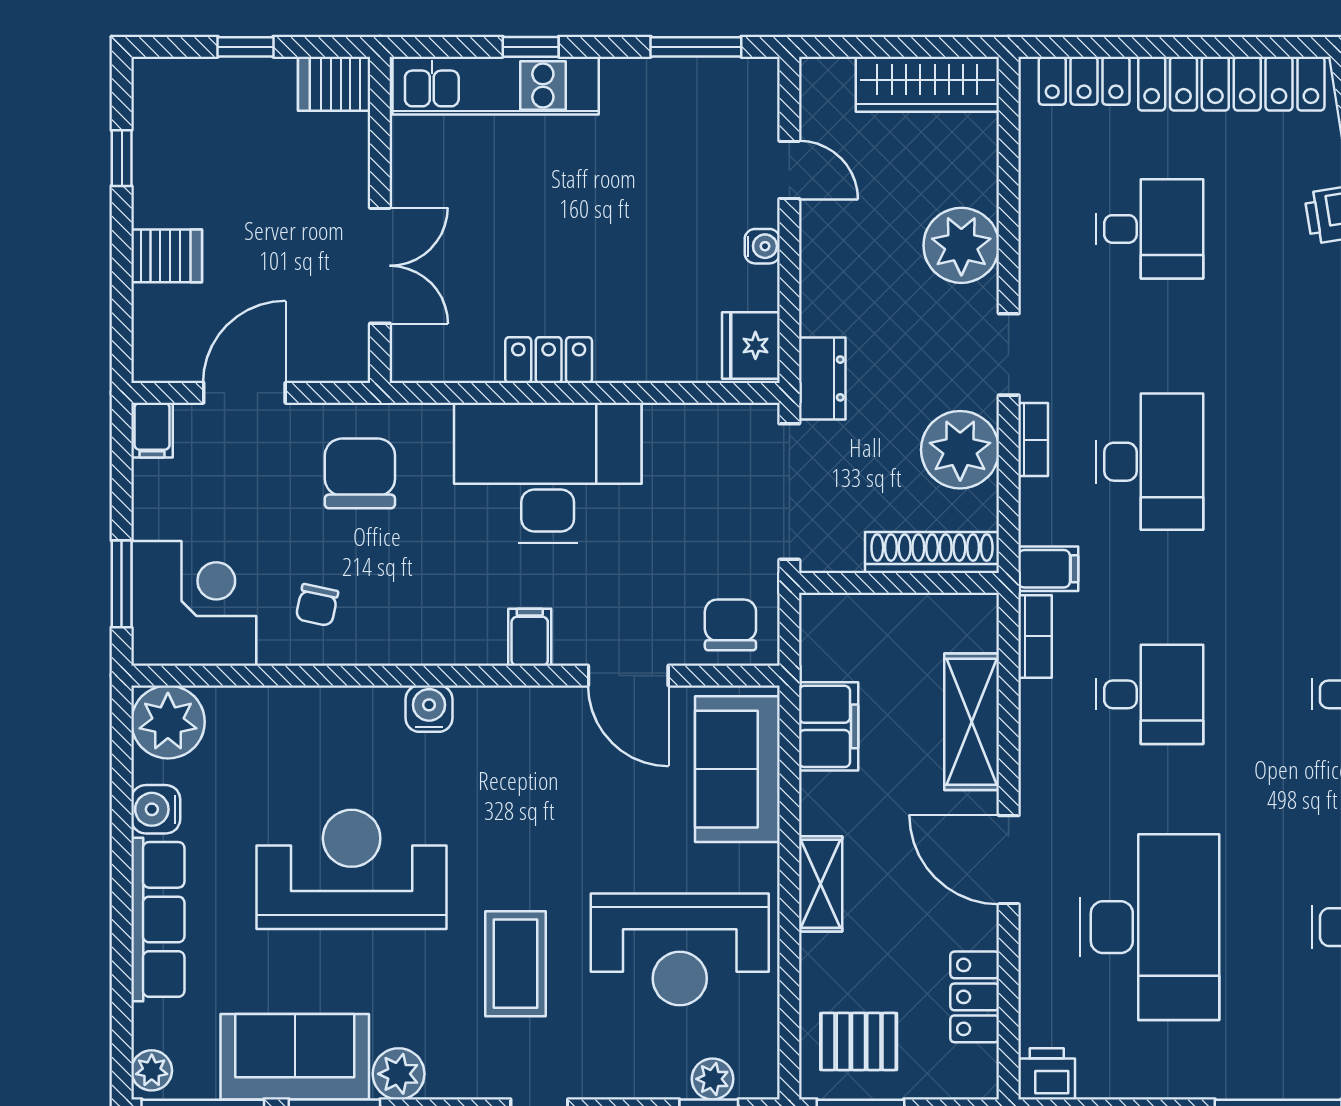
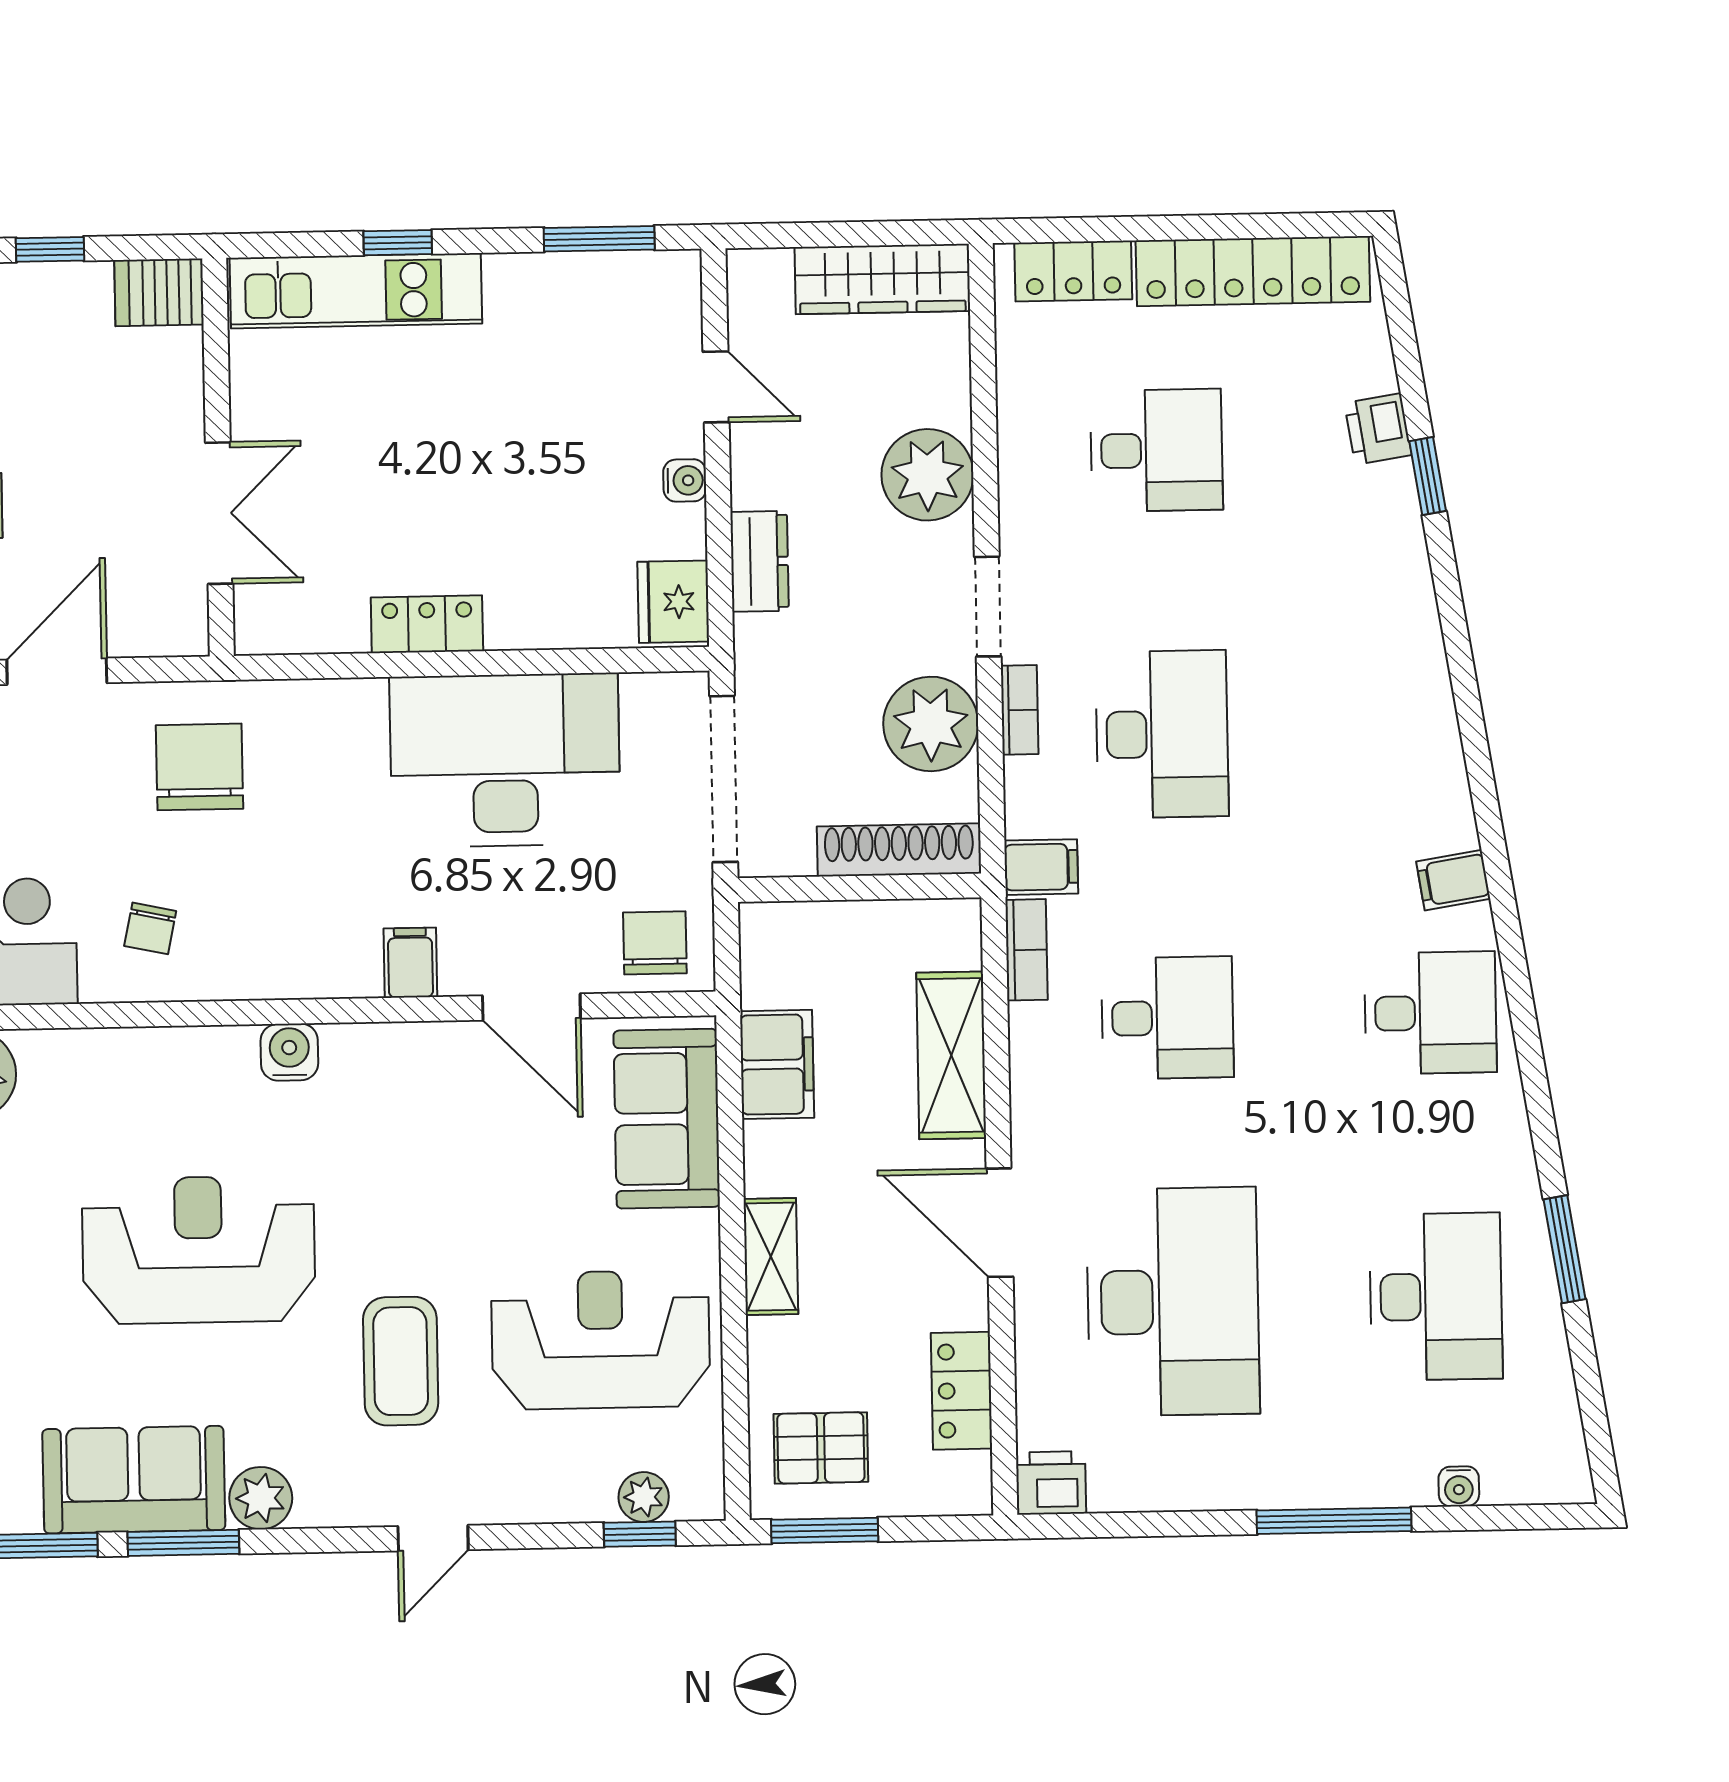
dresser: (822, 378) -> (760, 561), moved
desk: (548, 473) -> (505, 760), moved
reception desk: (680, 949) -> (601, 1340), turned 180

